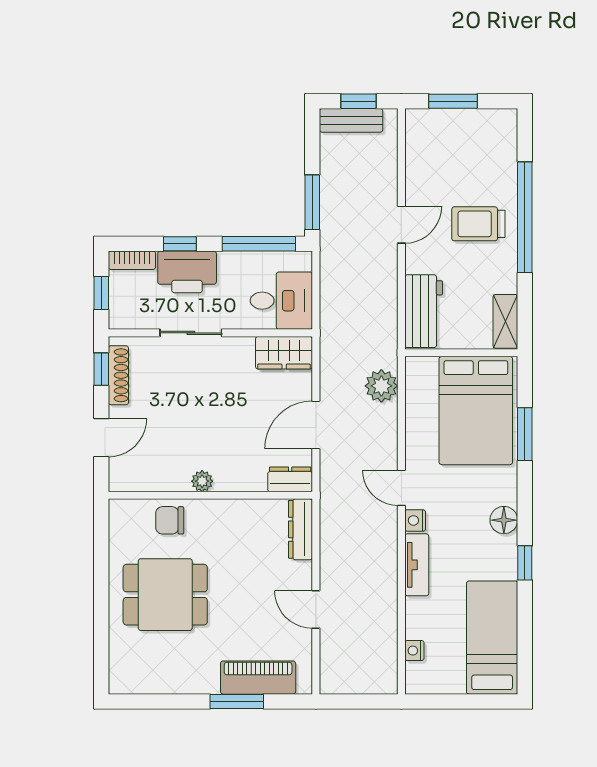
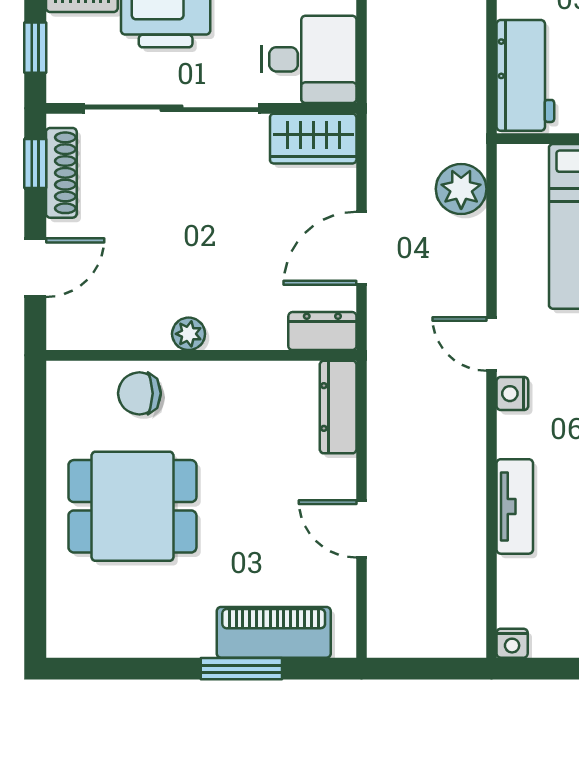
sliding door: (191, 333) -> (171, 108), width x1.86
tv unit: (417, 565) -> (515, 506), moved
nightstand: (414, 651) -> (512, 643), moved, turned -90

